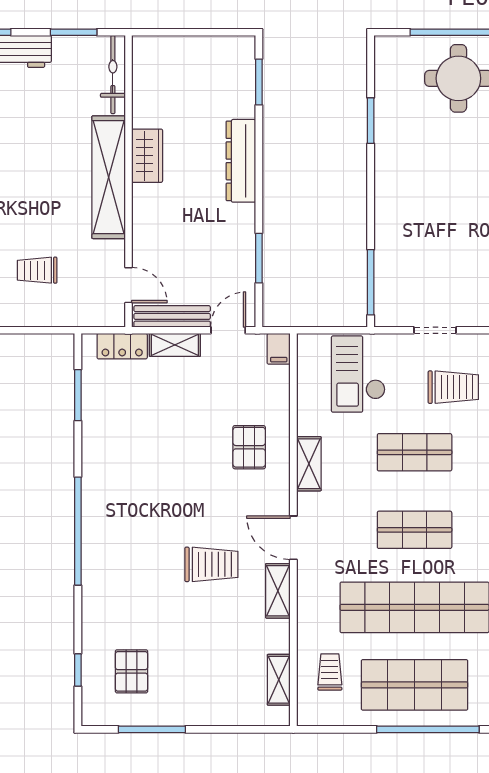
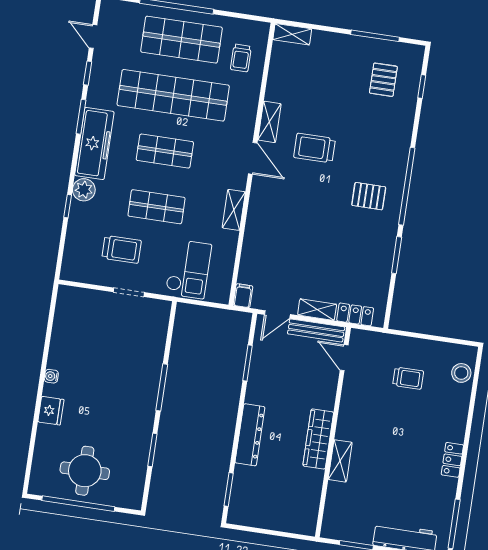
bicycle: (113, 75) -> (333, 511), removed
wardrobe: (147, 156) -> (318, 439), width x1.50
shelving: (109, 177) -> (340, 461), width x0.45, depth x0.75
window: (371, 282) -> (162, 387), moved
trolley: (453, 387) -> (122, 249), turned 180
window: (78, 395) -> (397, 255), moved
pallet: (249, 447) -> (369, 196), moved, turned 90
shelving: (279, 680) -> (292, 34), moved, turned 90

